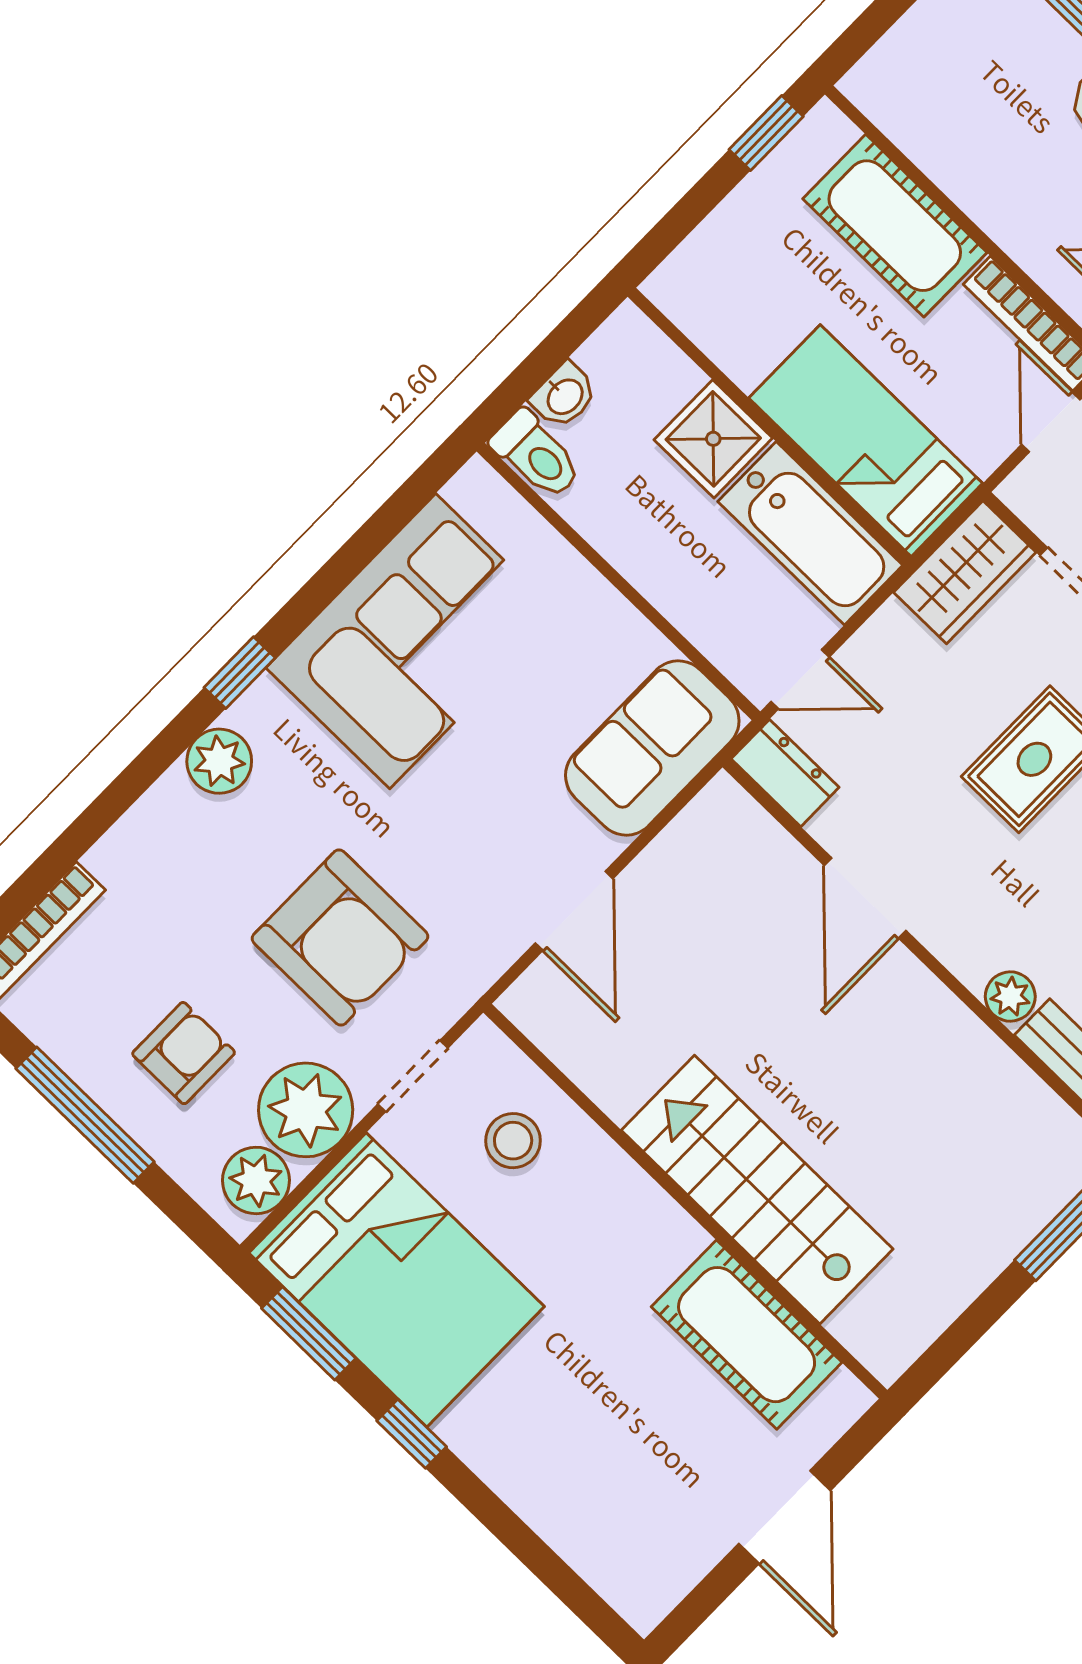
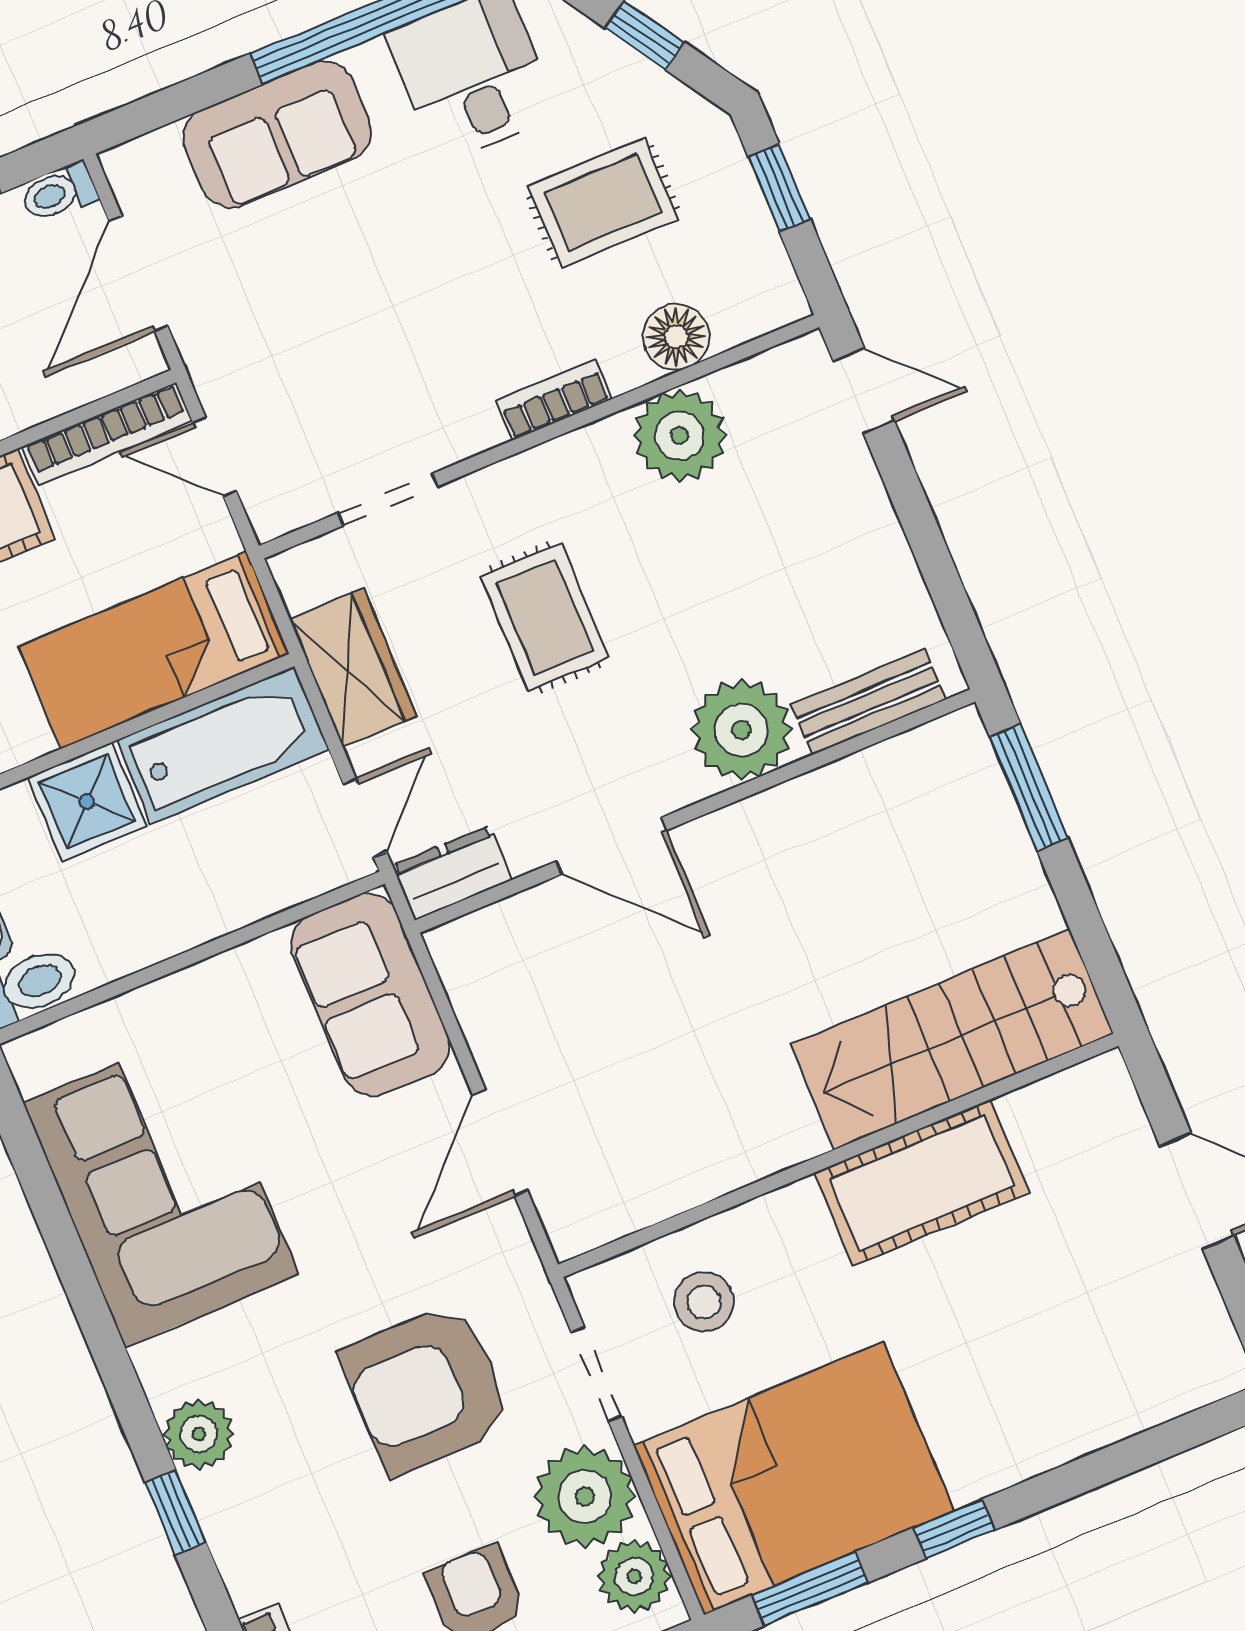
wardrobe: (965, 572) -> (353, 667), moved
window: (240, 673) -> (176, 1512), moved
door: (574, 911) -> (500, 1143), swing flipped
armchair: (340, 937) -> (427, 1388), turned 180
plant: (1010, 997) -> (741, 730), width x1.88, depth x1.88
stairs: (757, 1190) -> (952, 1039), moved
cot: (747, 1335) -> (922, 1183), moved

